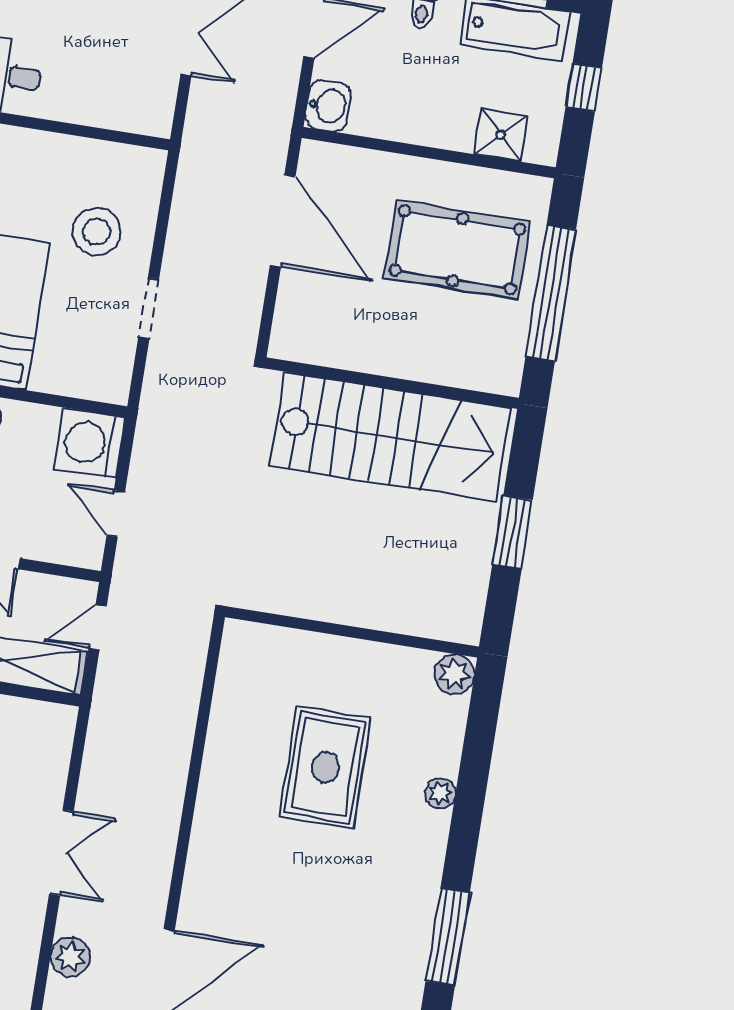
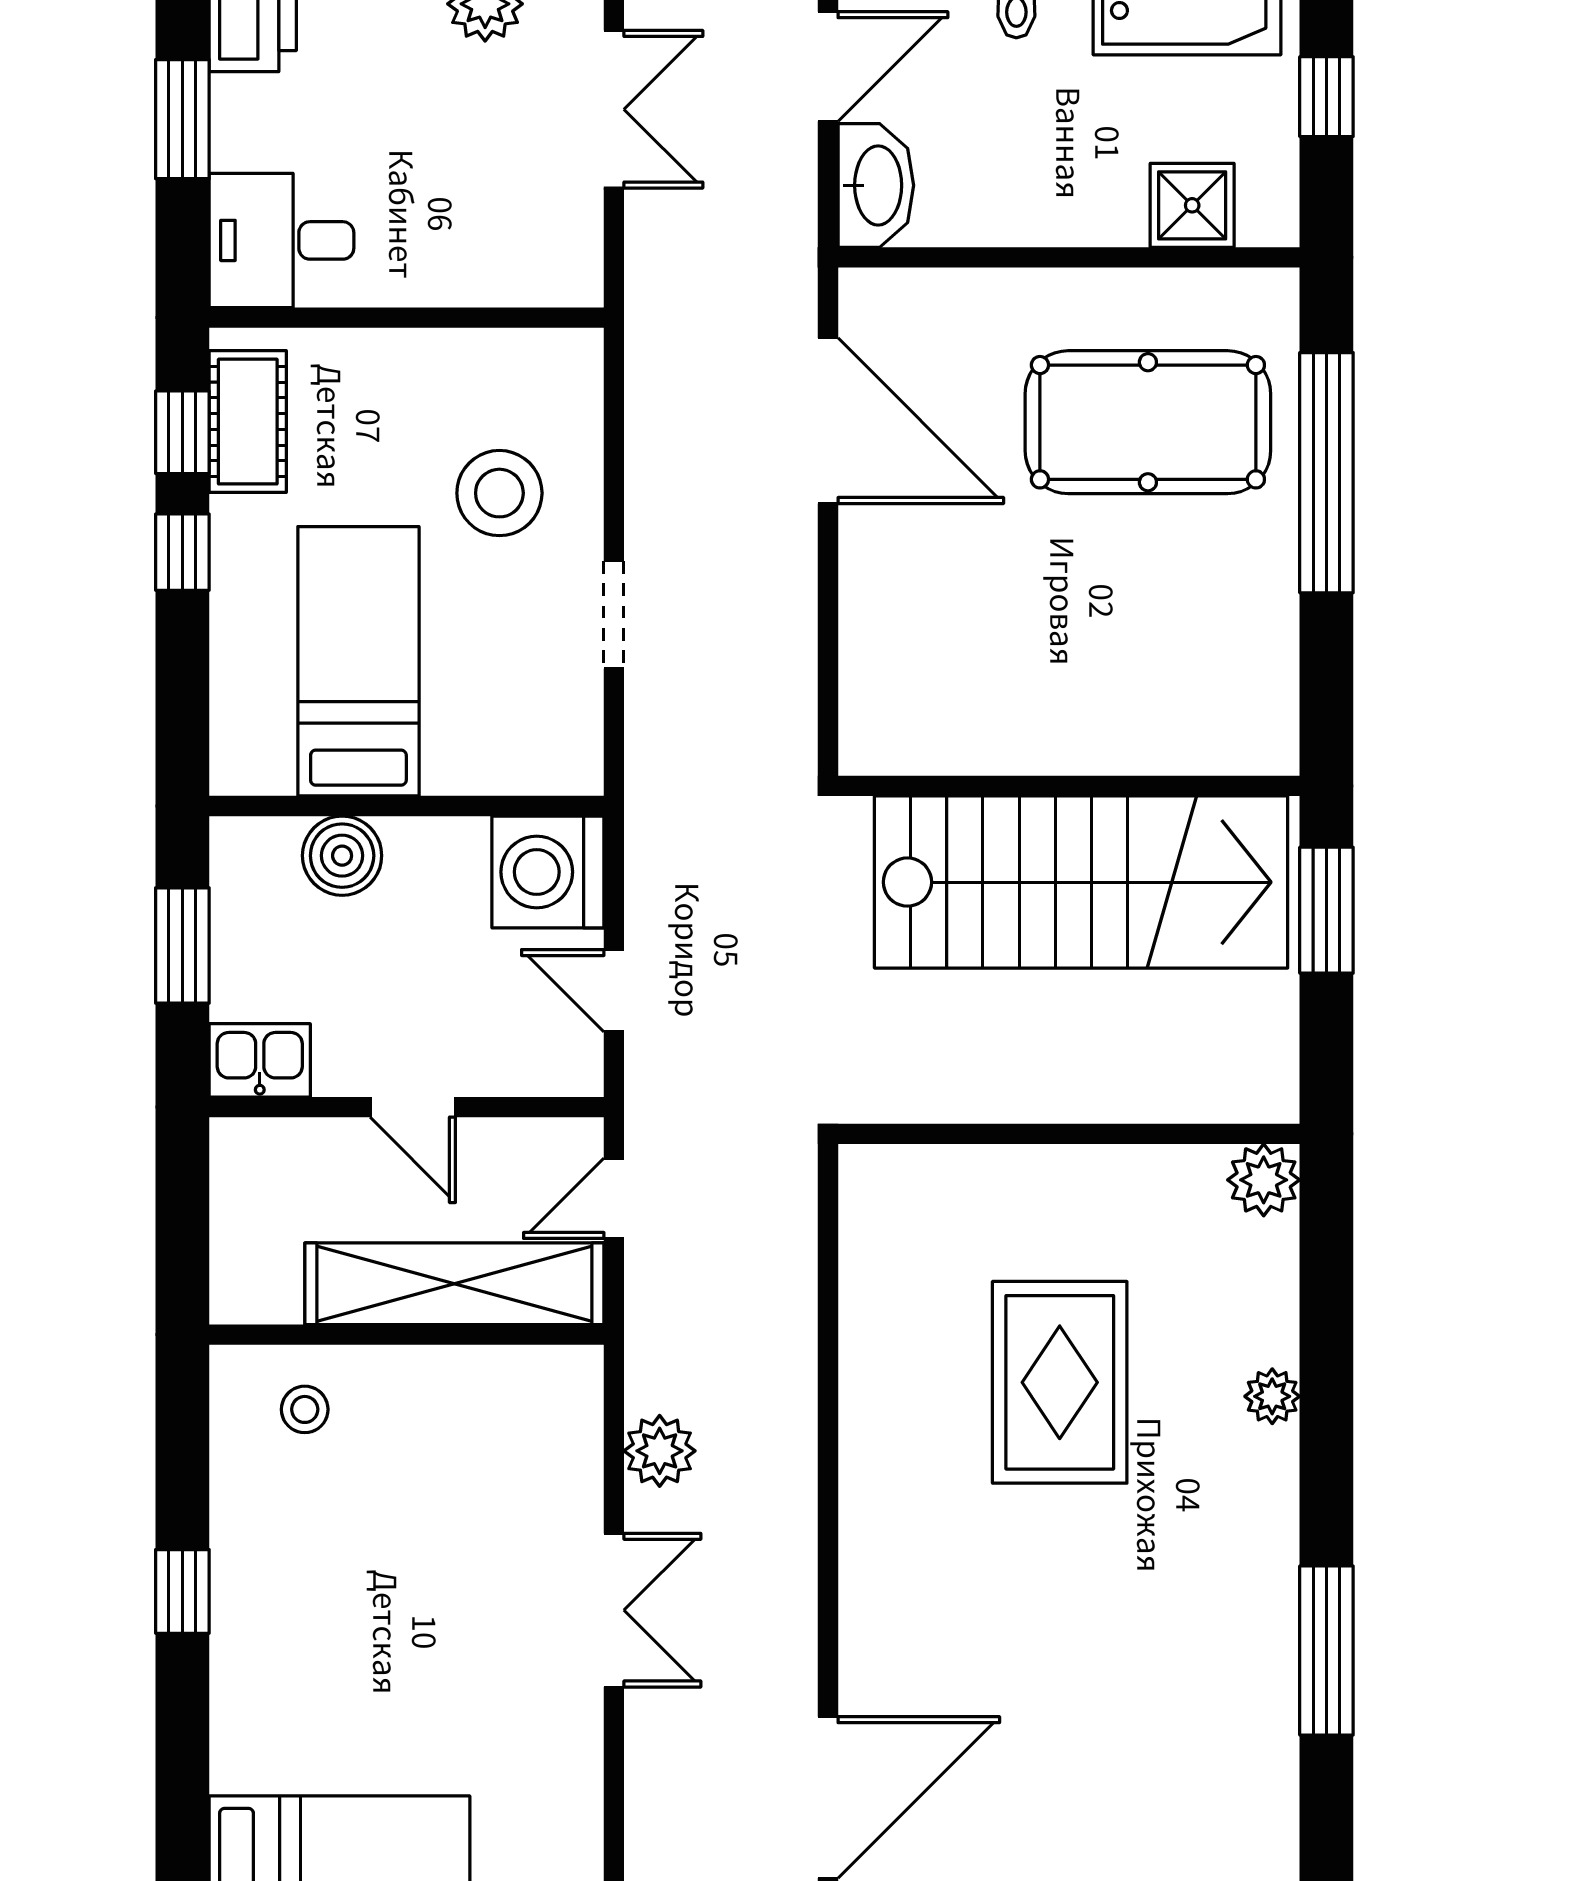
washbasin: (328, 106) -> (876, 185), width x1.38
wall: (392, 383) -> (1069, 786), moved
stairs: (390, 437) -> (1081, 882), moved
plant: (70, 957) -> (660, 1451), moved

